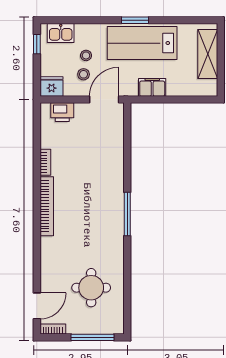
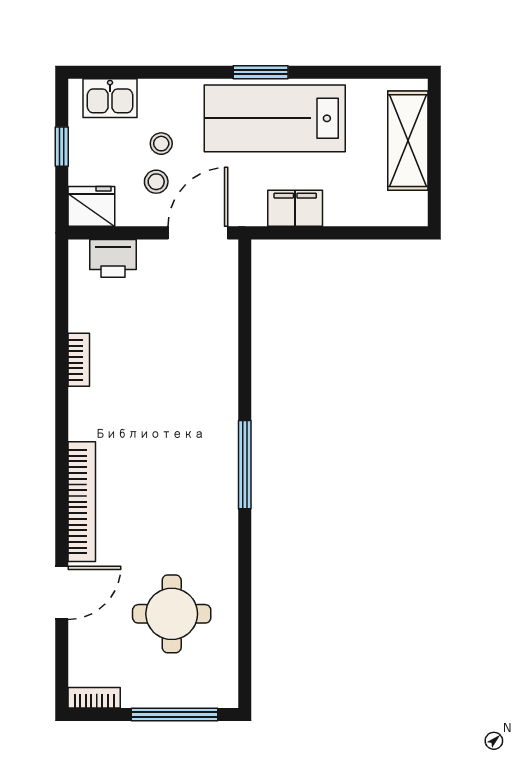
window: (37, 44) -> (62, 147), moved
bookcase: (47, 206) -> (82, 502), moved
door: (37, 306) -> (62, 593), moved

